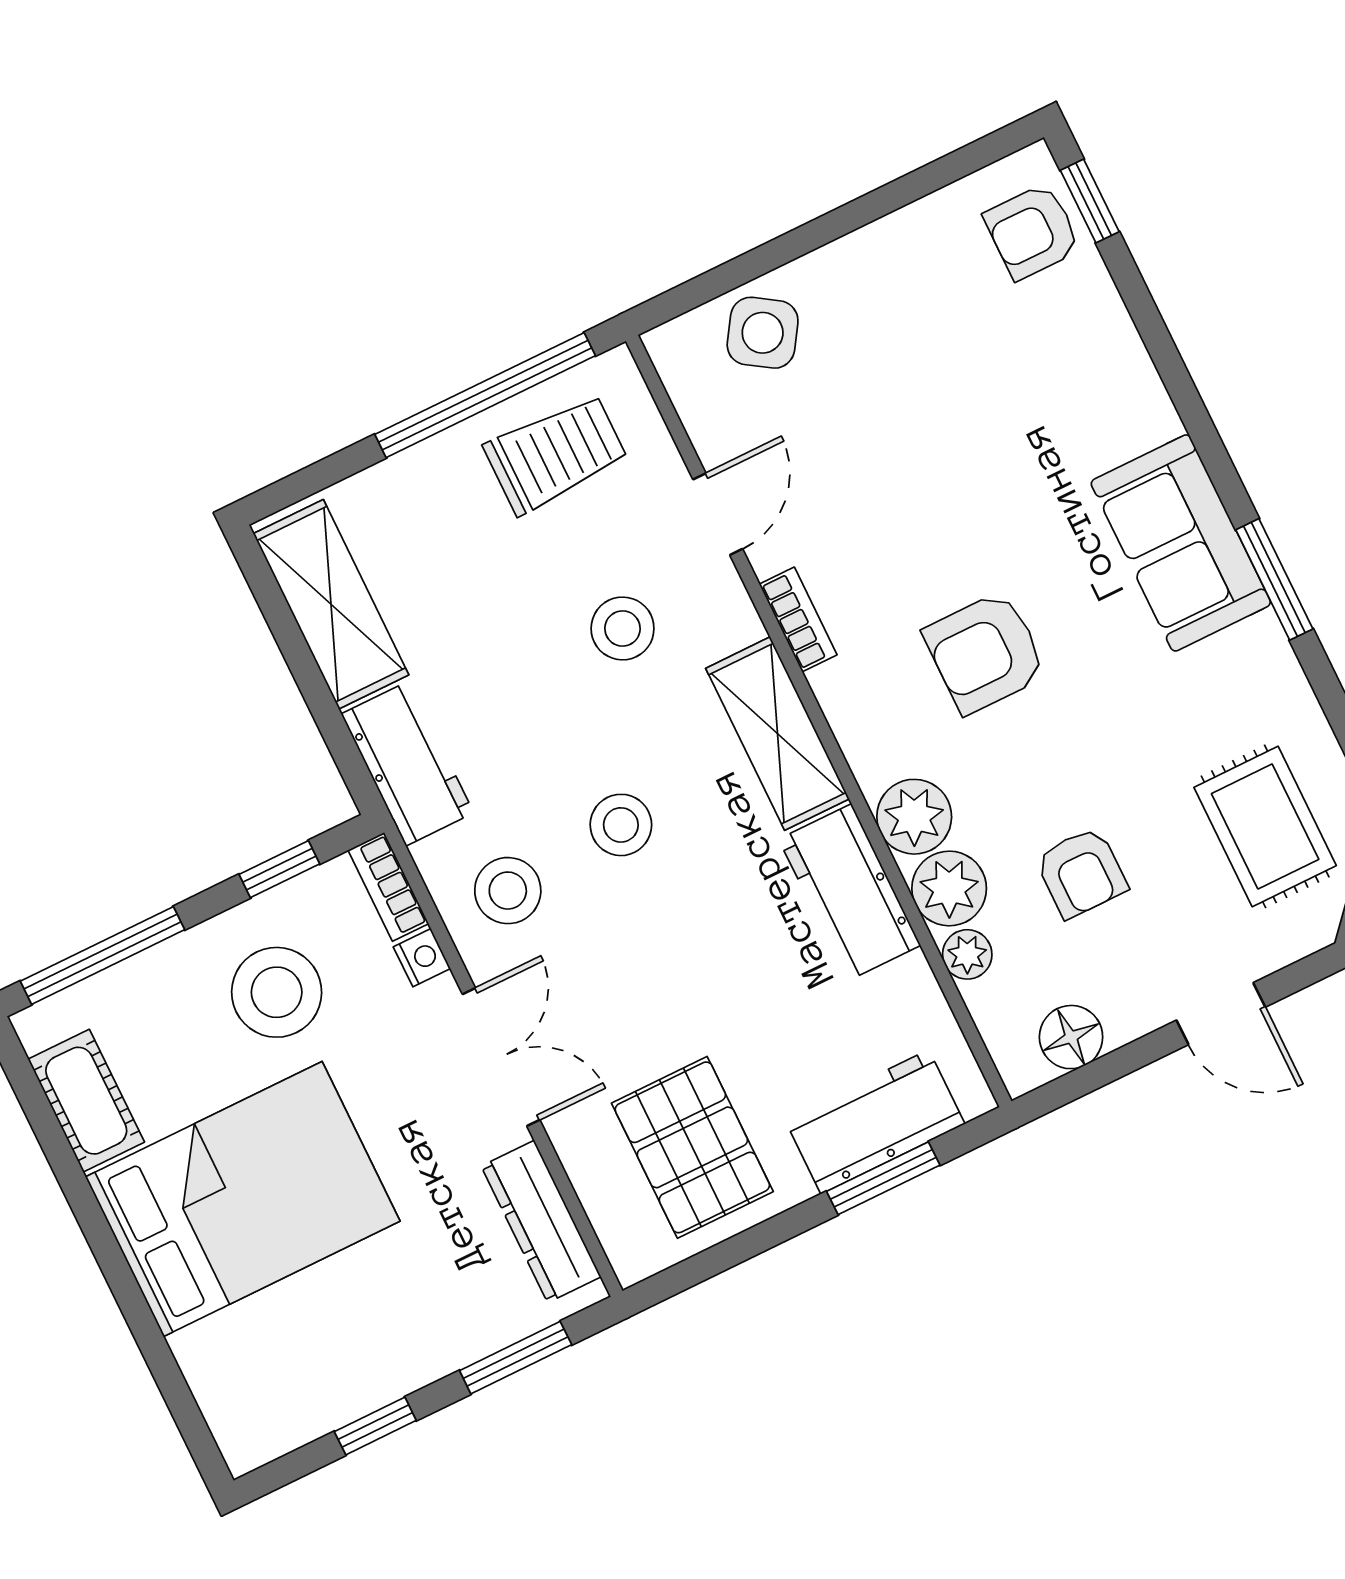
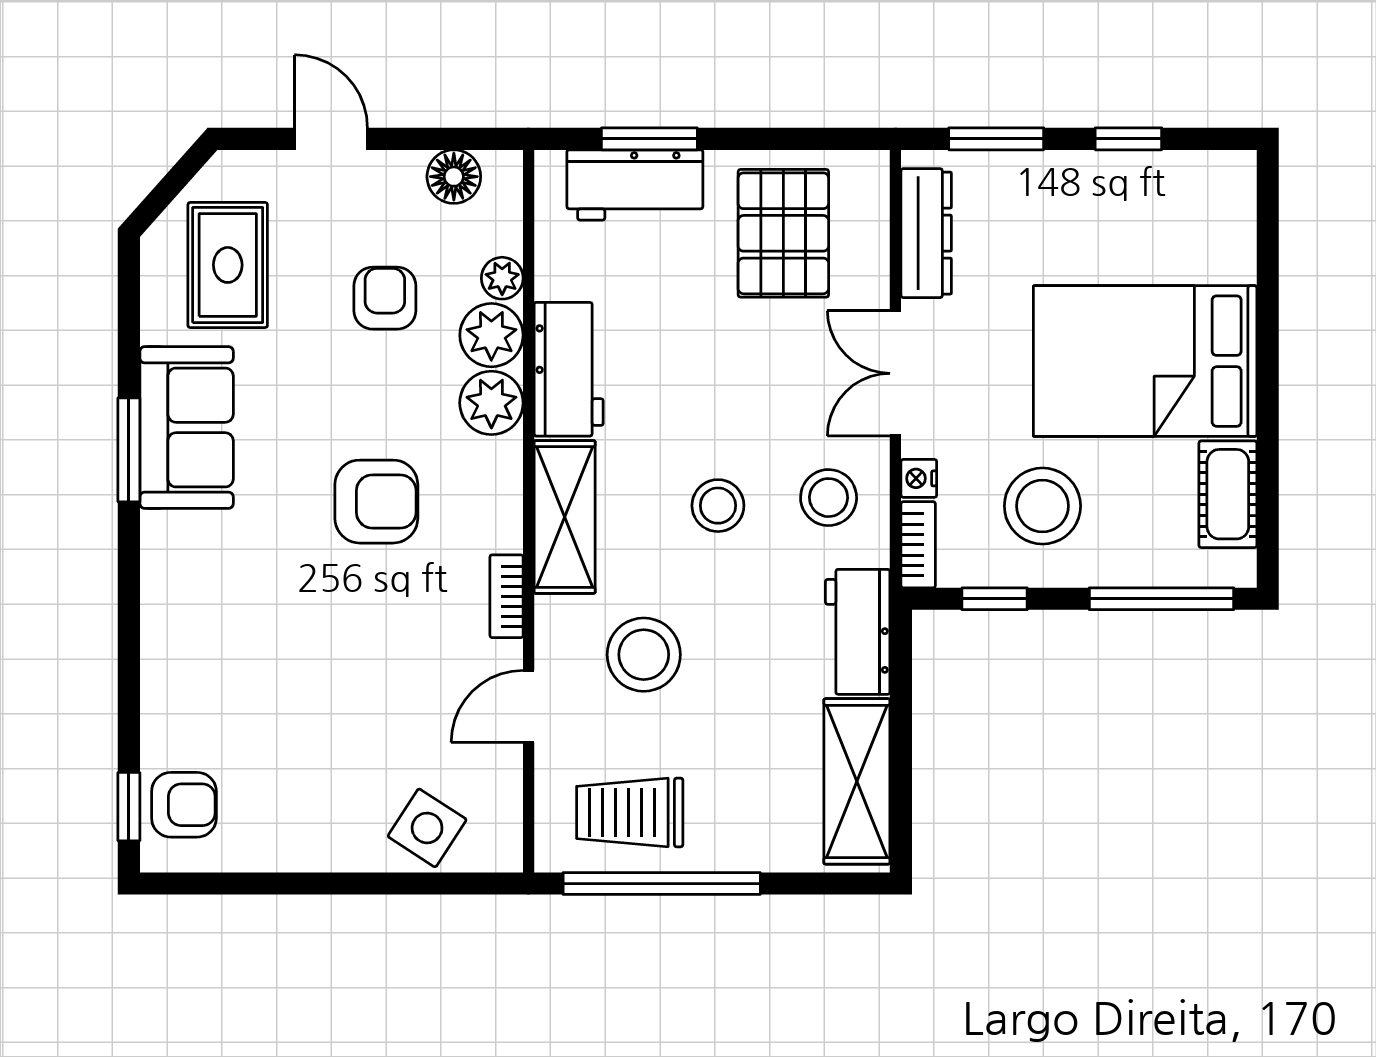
sofa: (1181, 543) -> (187, 428), moved
stool: (623, 628) -> (644, 655), width x1.38, depth x1.38

